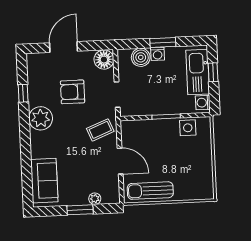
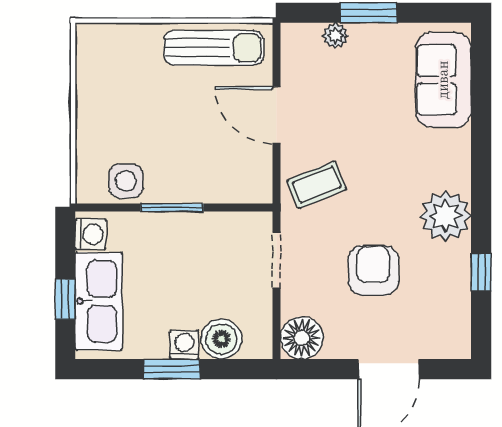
armchair: (73, 92) -> (373, 271), turned -90

